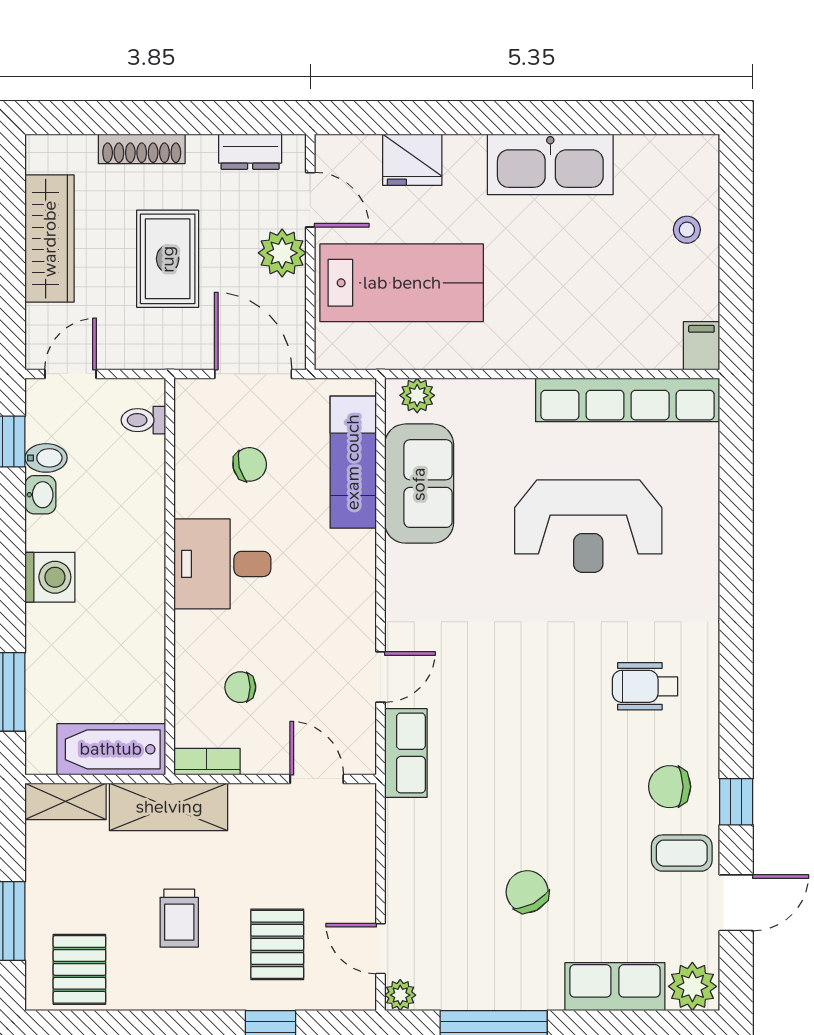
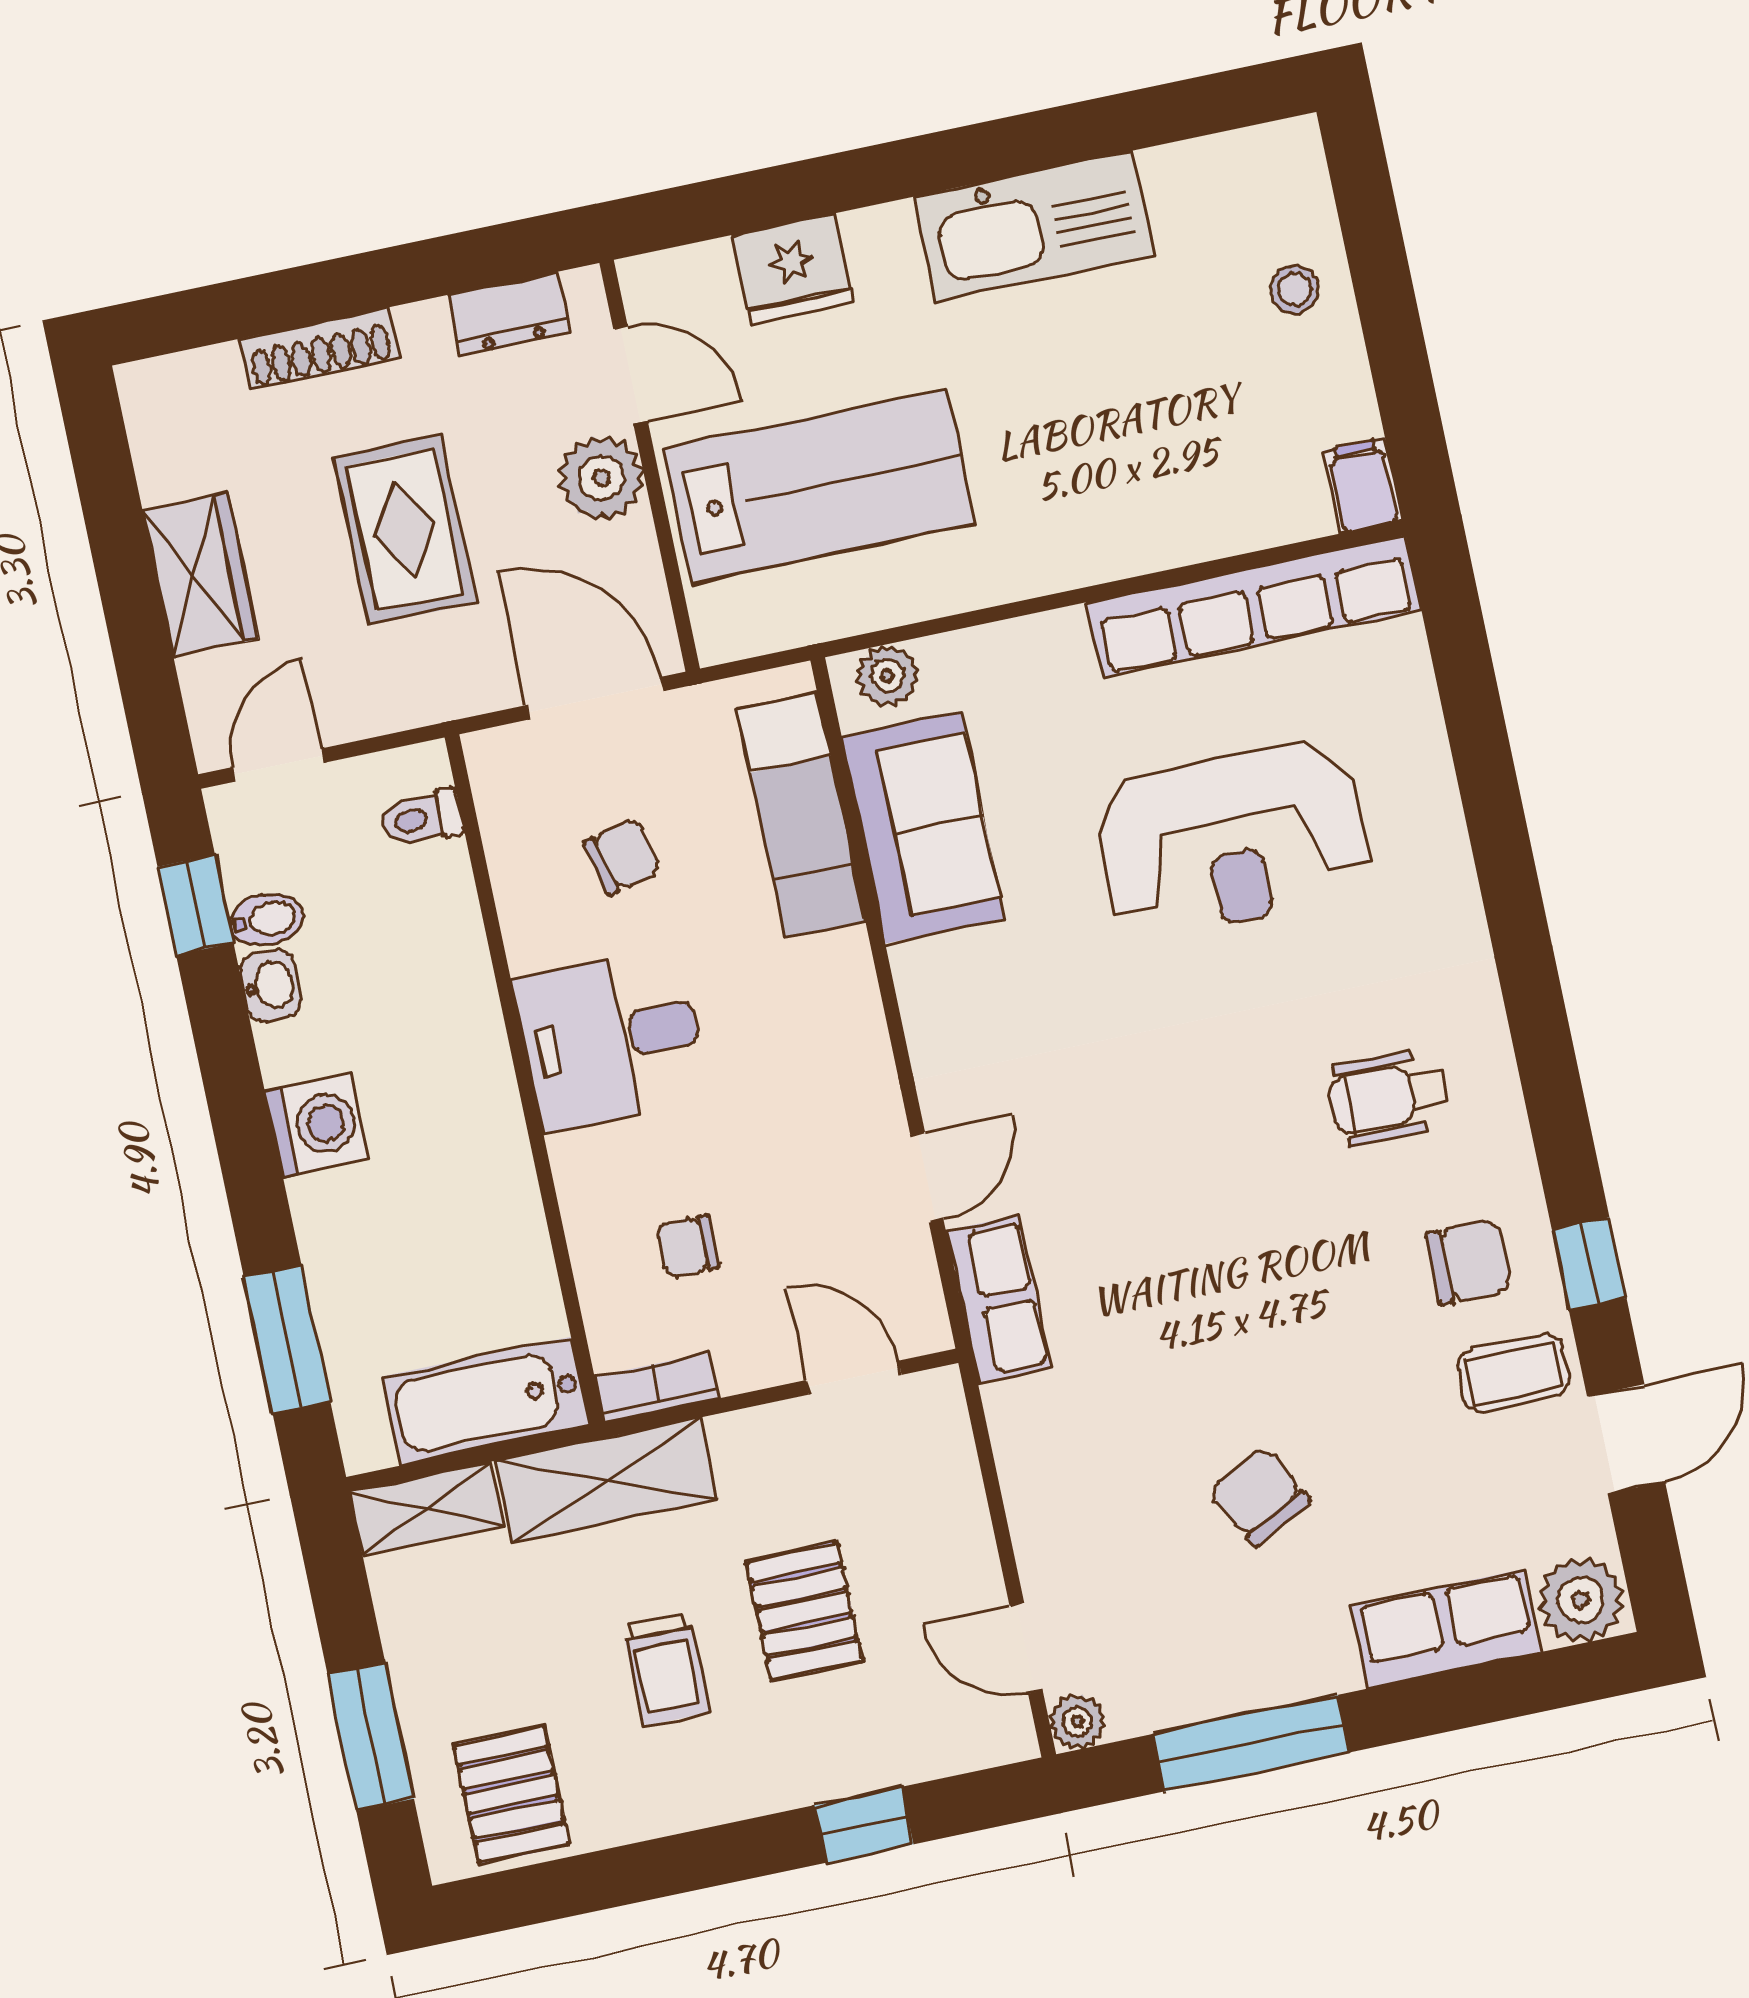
wardrobe: (50, 239) -> (200, 574), width x0.67
chair: (670, 787) -> (1468, 1262), turned 180
pallet: (277, 944) -> (804, 1612), moved

